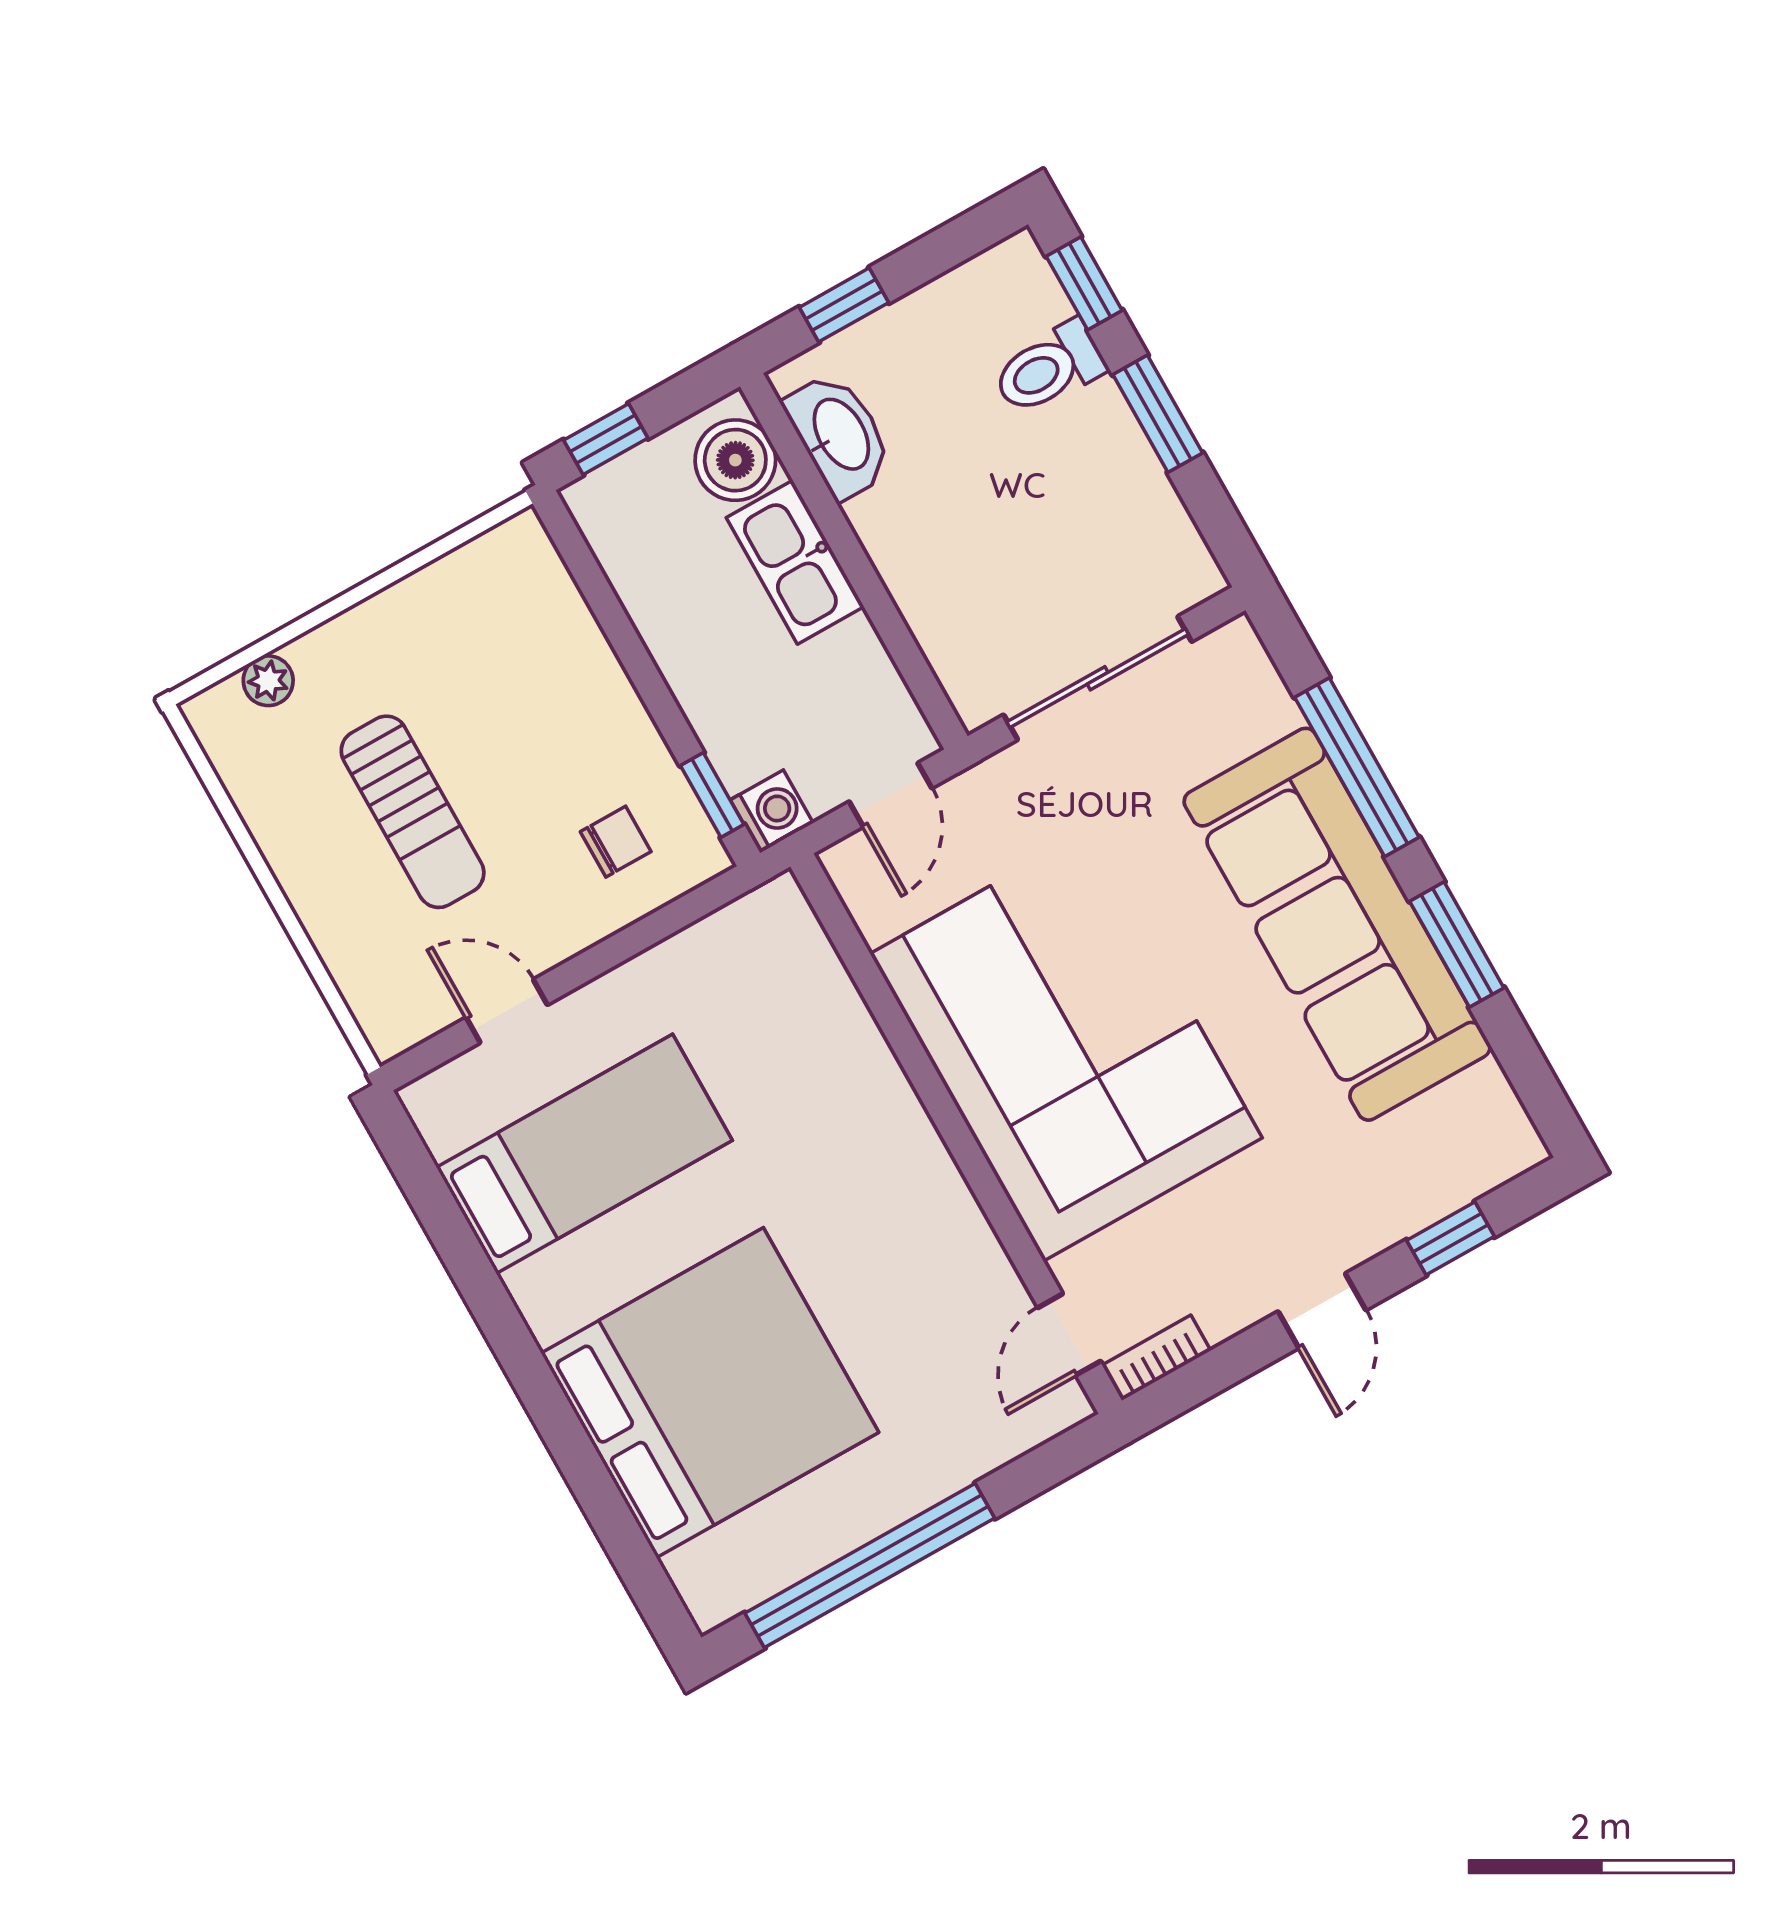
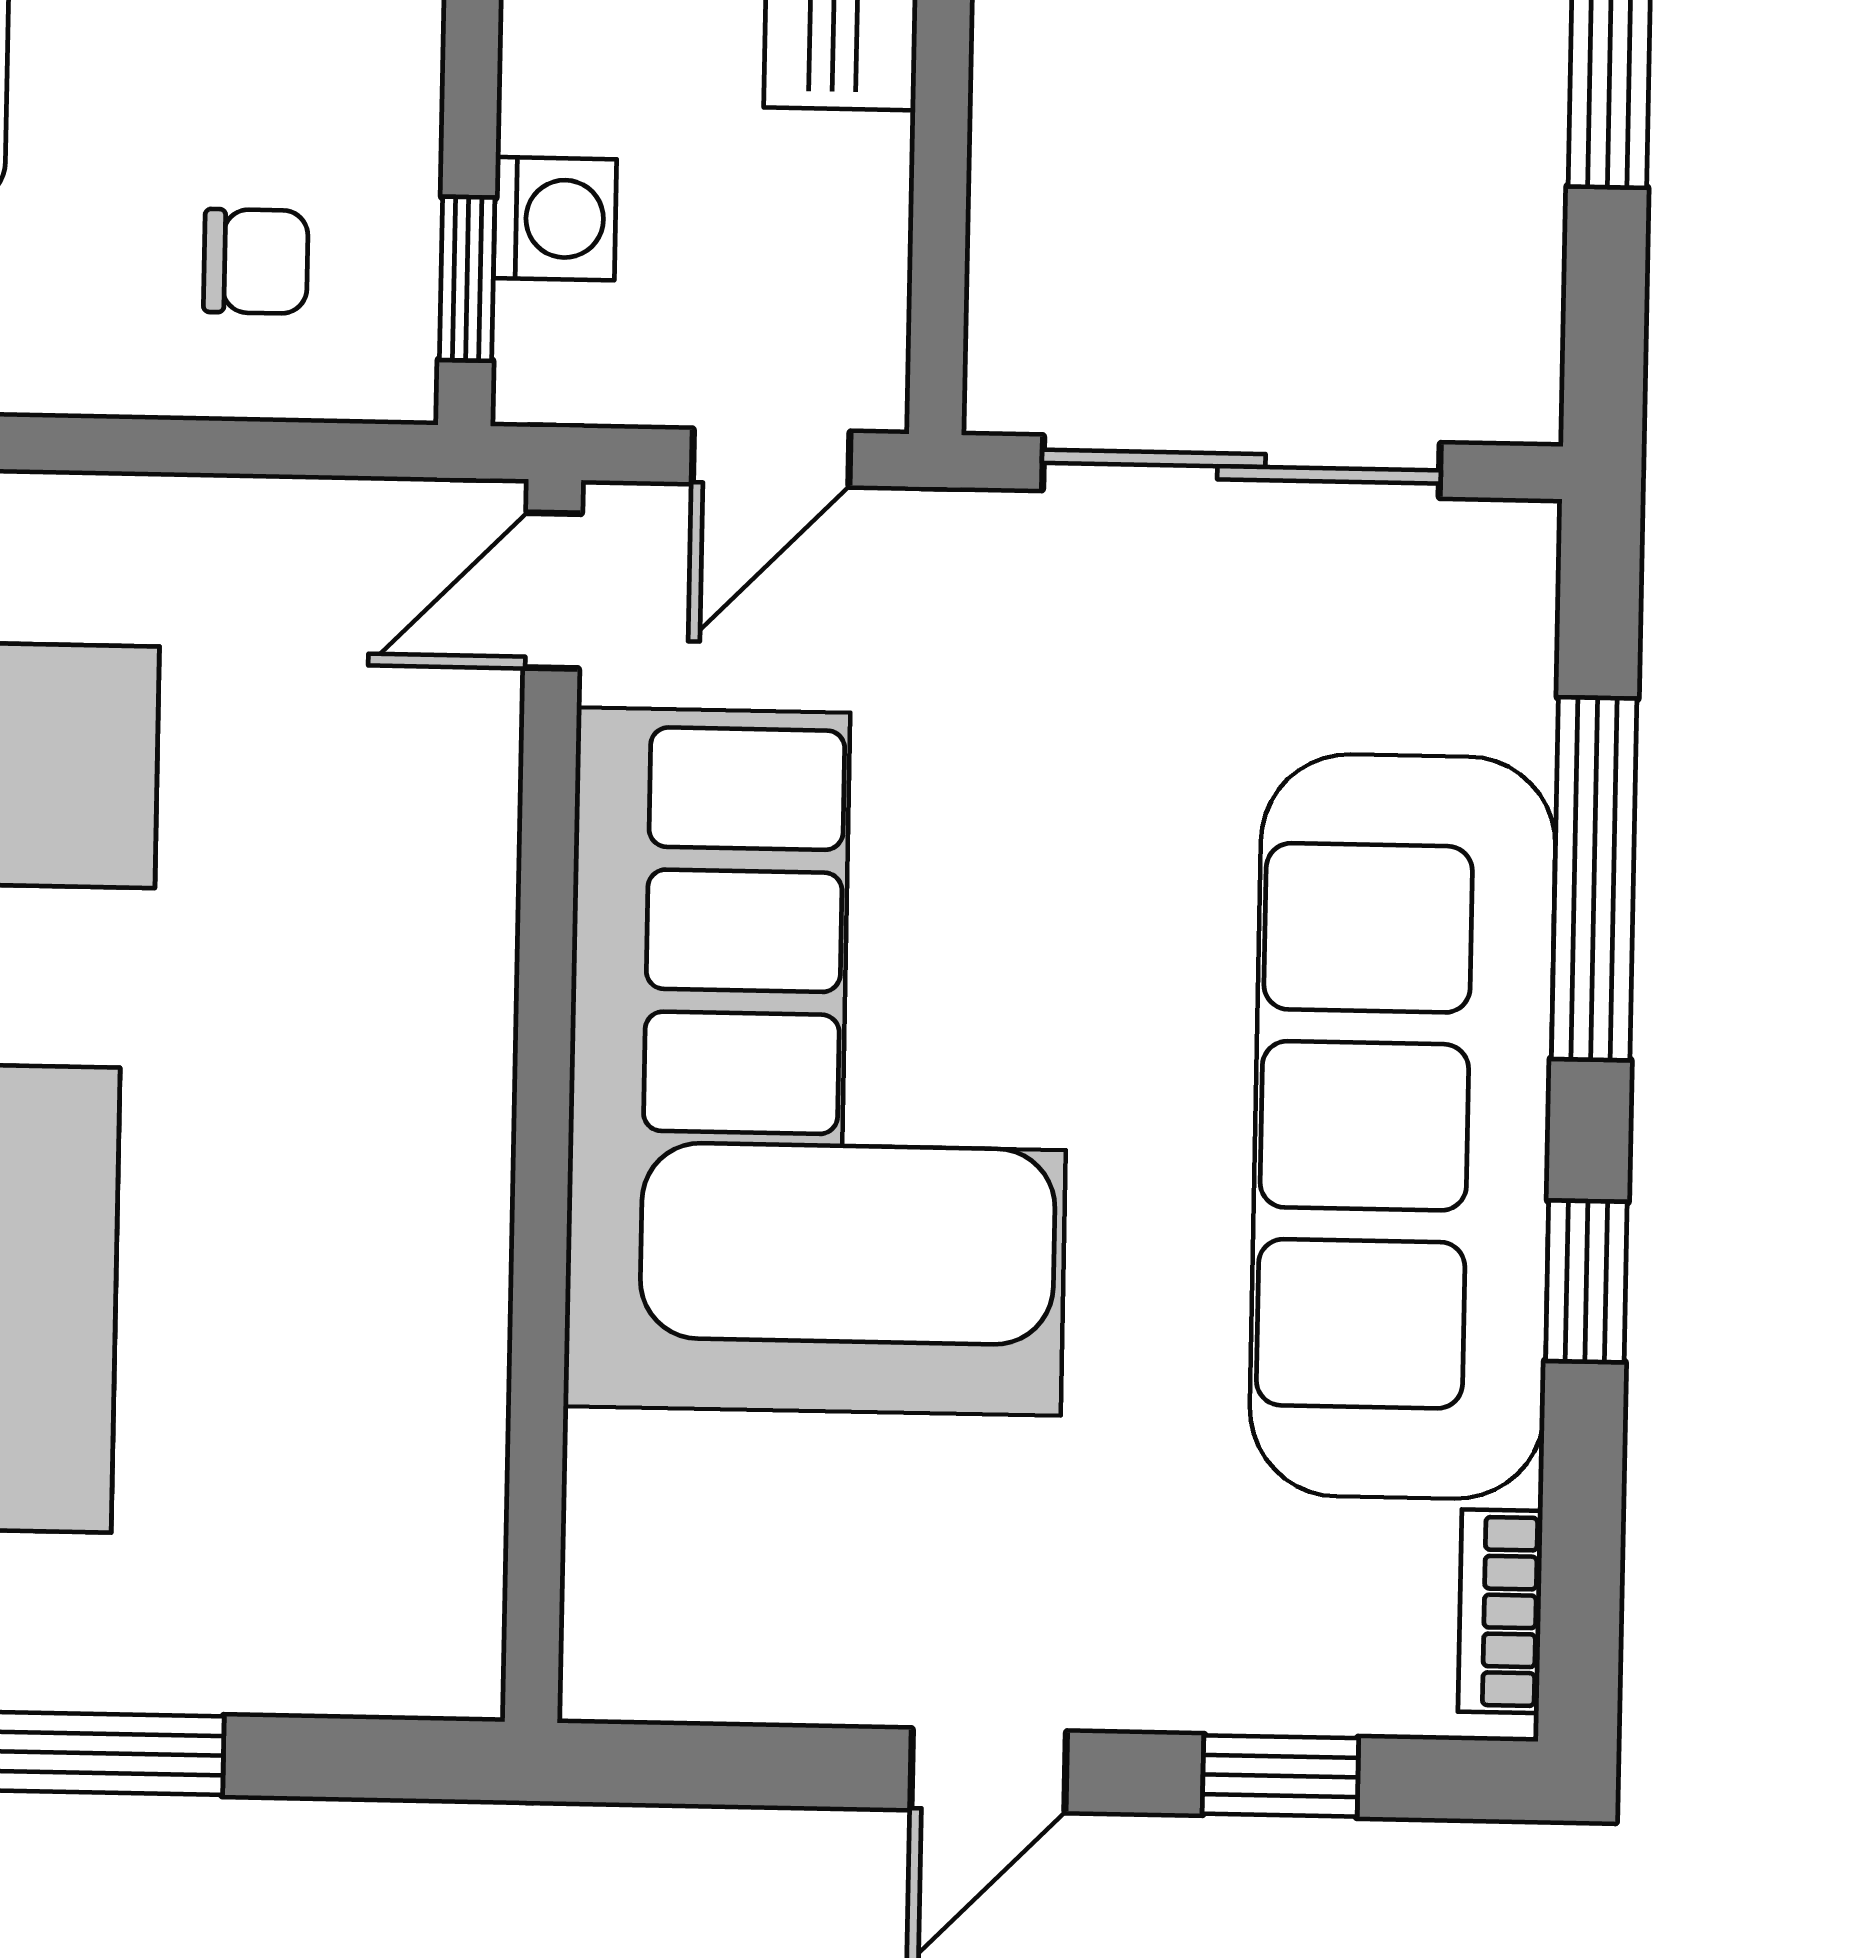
washing machine: (772, 811) -> (555, 219), moved
window: (1457, 945) -> (1586, 1281), width x0.67
door: (1069, 1334) -> (553, 591), moved
bookcase: (1156, 1358) -> (1500, 1611), moved, turned -90

